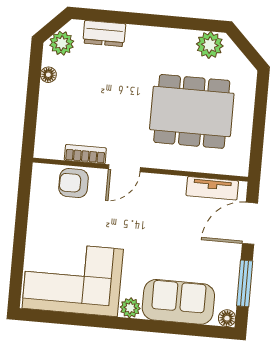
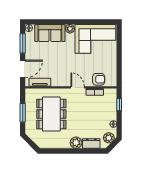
plant: (210, 45) -> (76, 143), moved
dining table: (192, 111) -> (51, 114), turned 90
window: (30, 119) -> (119, 105), added
window: (259, 120) -> (23, 113), added
door: (124, 168) -> (78, 87), hinge flipped

